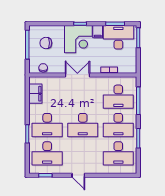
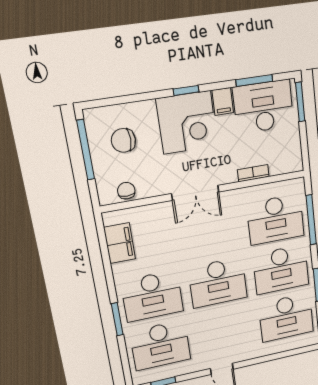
double door: (77, 75) -> (195, 193), swing flipped

